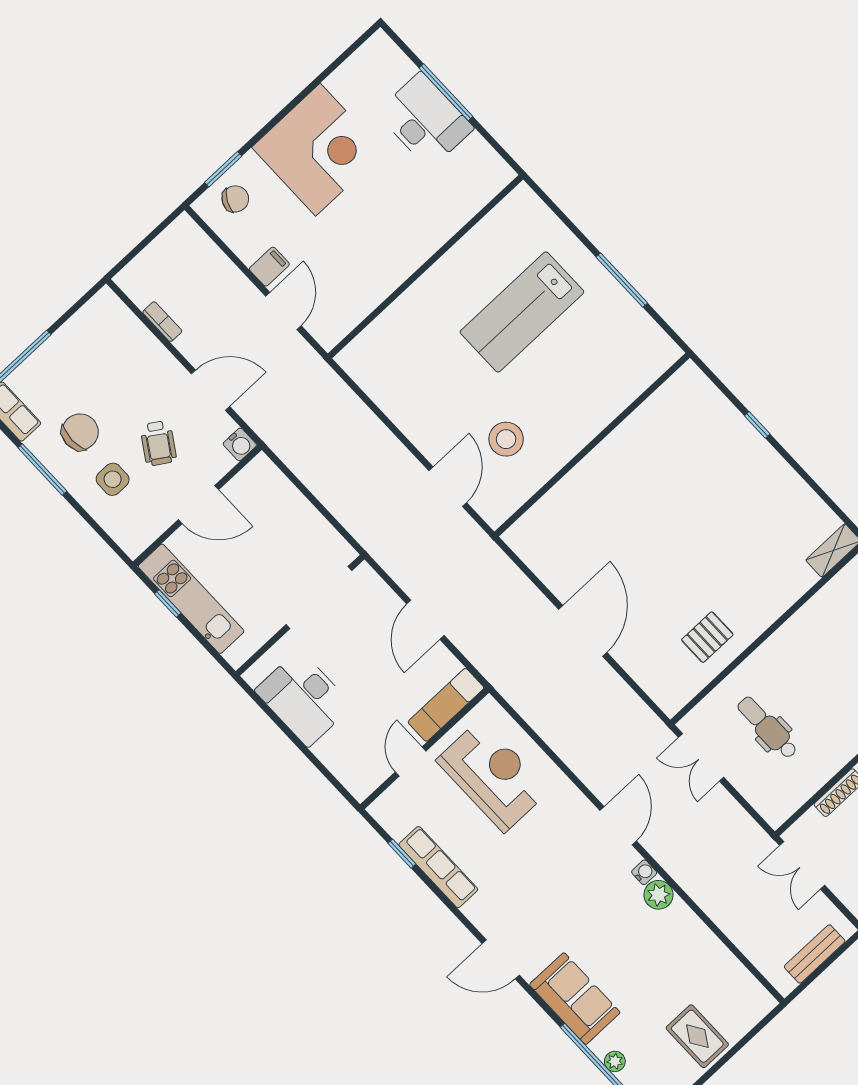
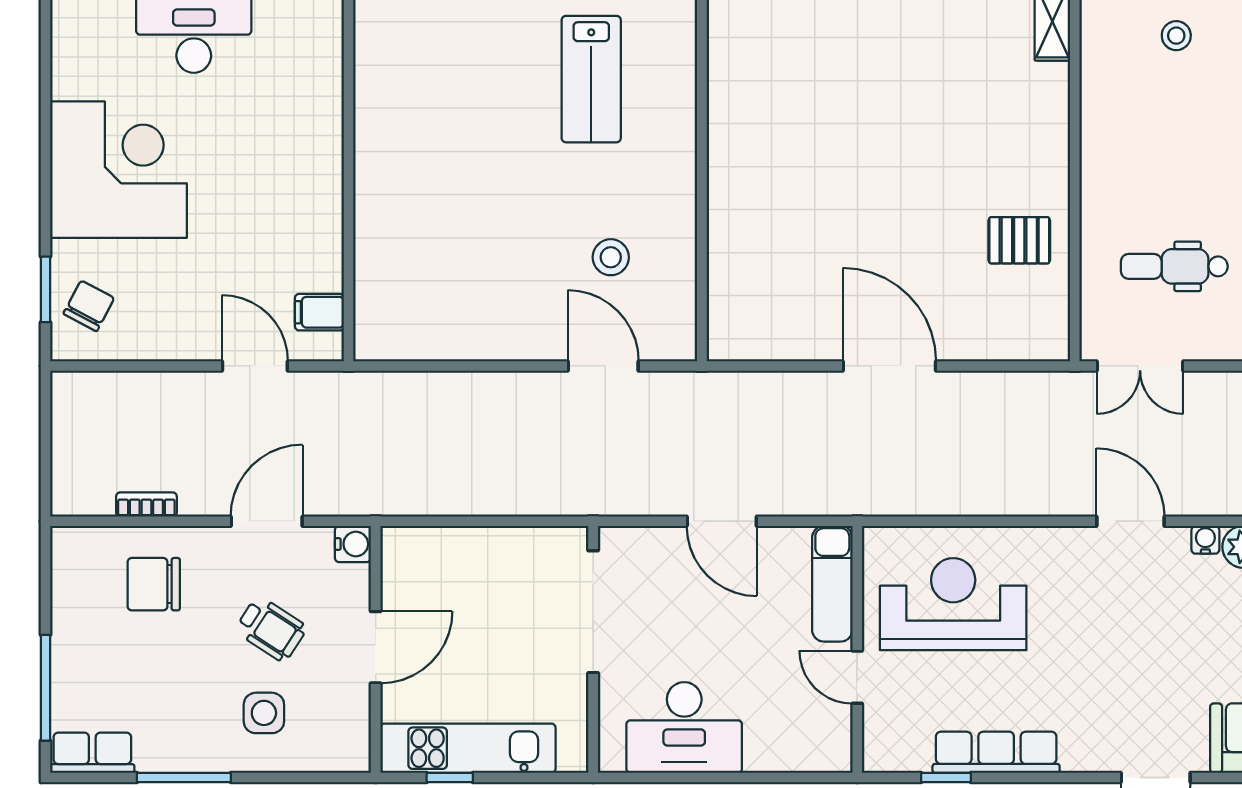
filing cabinet: (269, 267) -> (319, 312), moved, turned -90
lab bench: (522, 312) -> (591, 79), moved, width x0.73, depth x0.72
chair: (80, 432) -> (154, 584), moved, turned -90
stool: (506, 439) -> (611, 257), width x0.73, depth x0.73
pallet: (707, 637) -> (1019, 240), turned 90

